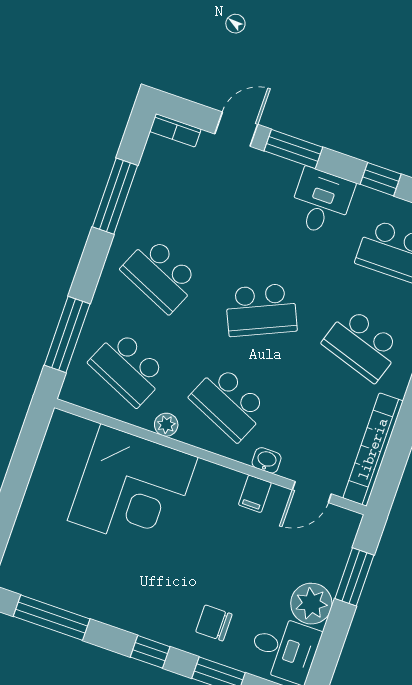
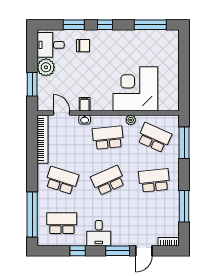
school desk: (160, 275) -> (154, 180), turned -30
school desk: (229, 403) -> (108, 138), turned -30
door: (312, 492) -> (62, 113), hinge flipped

